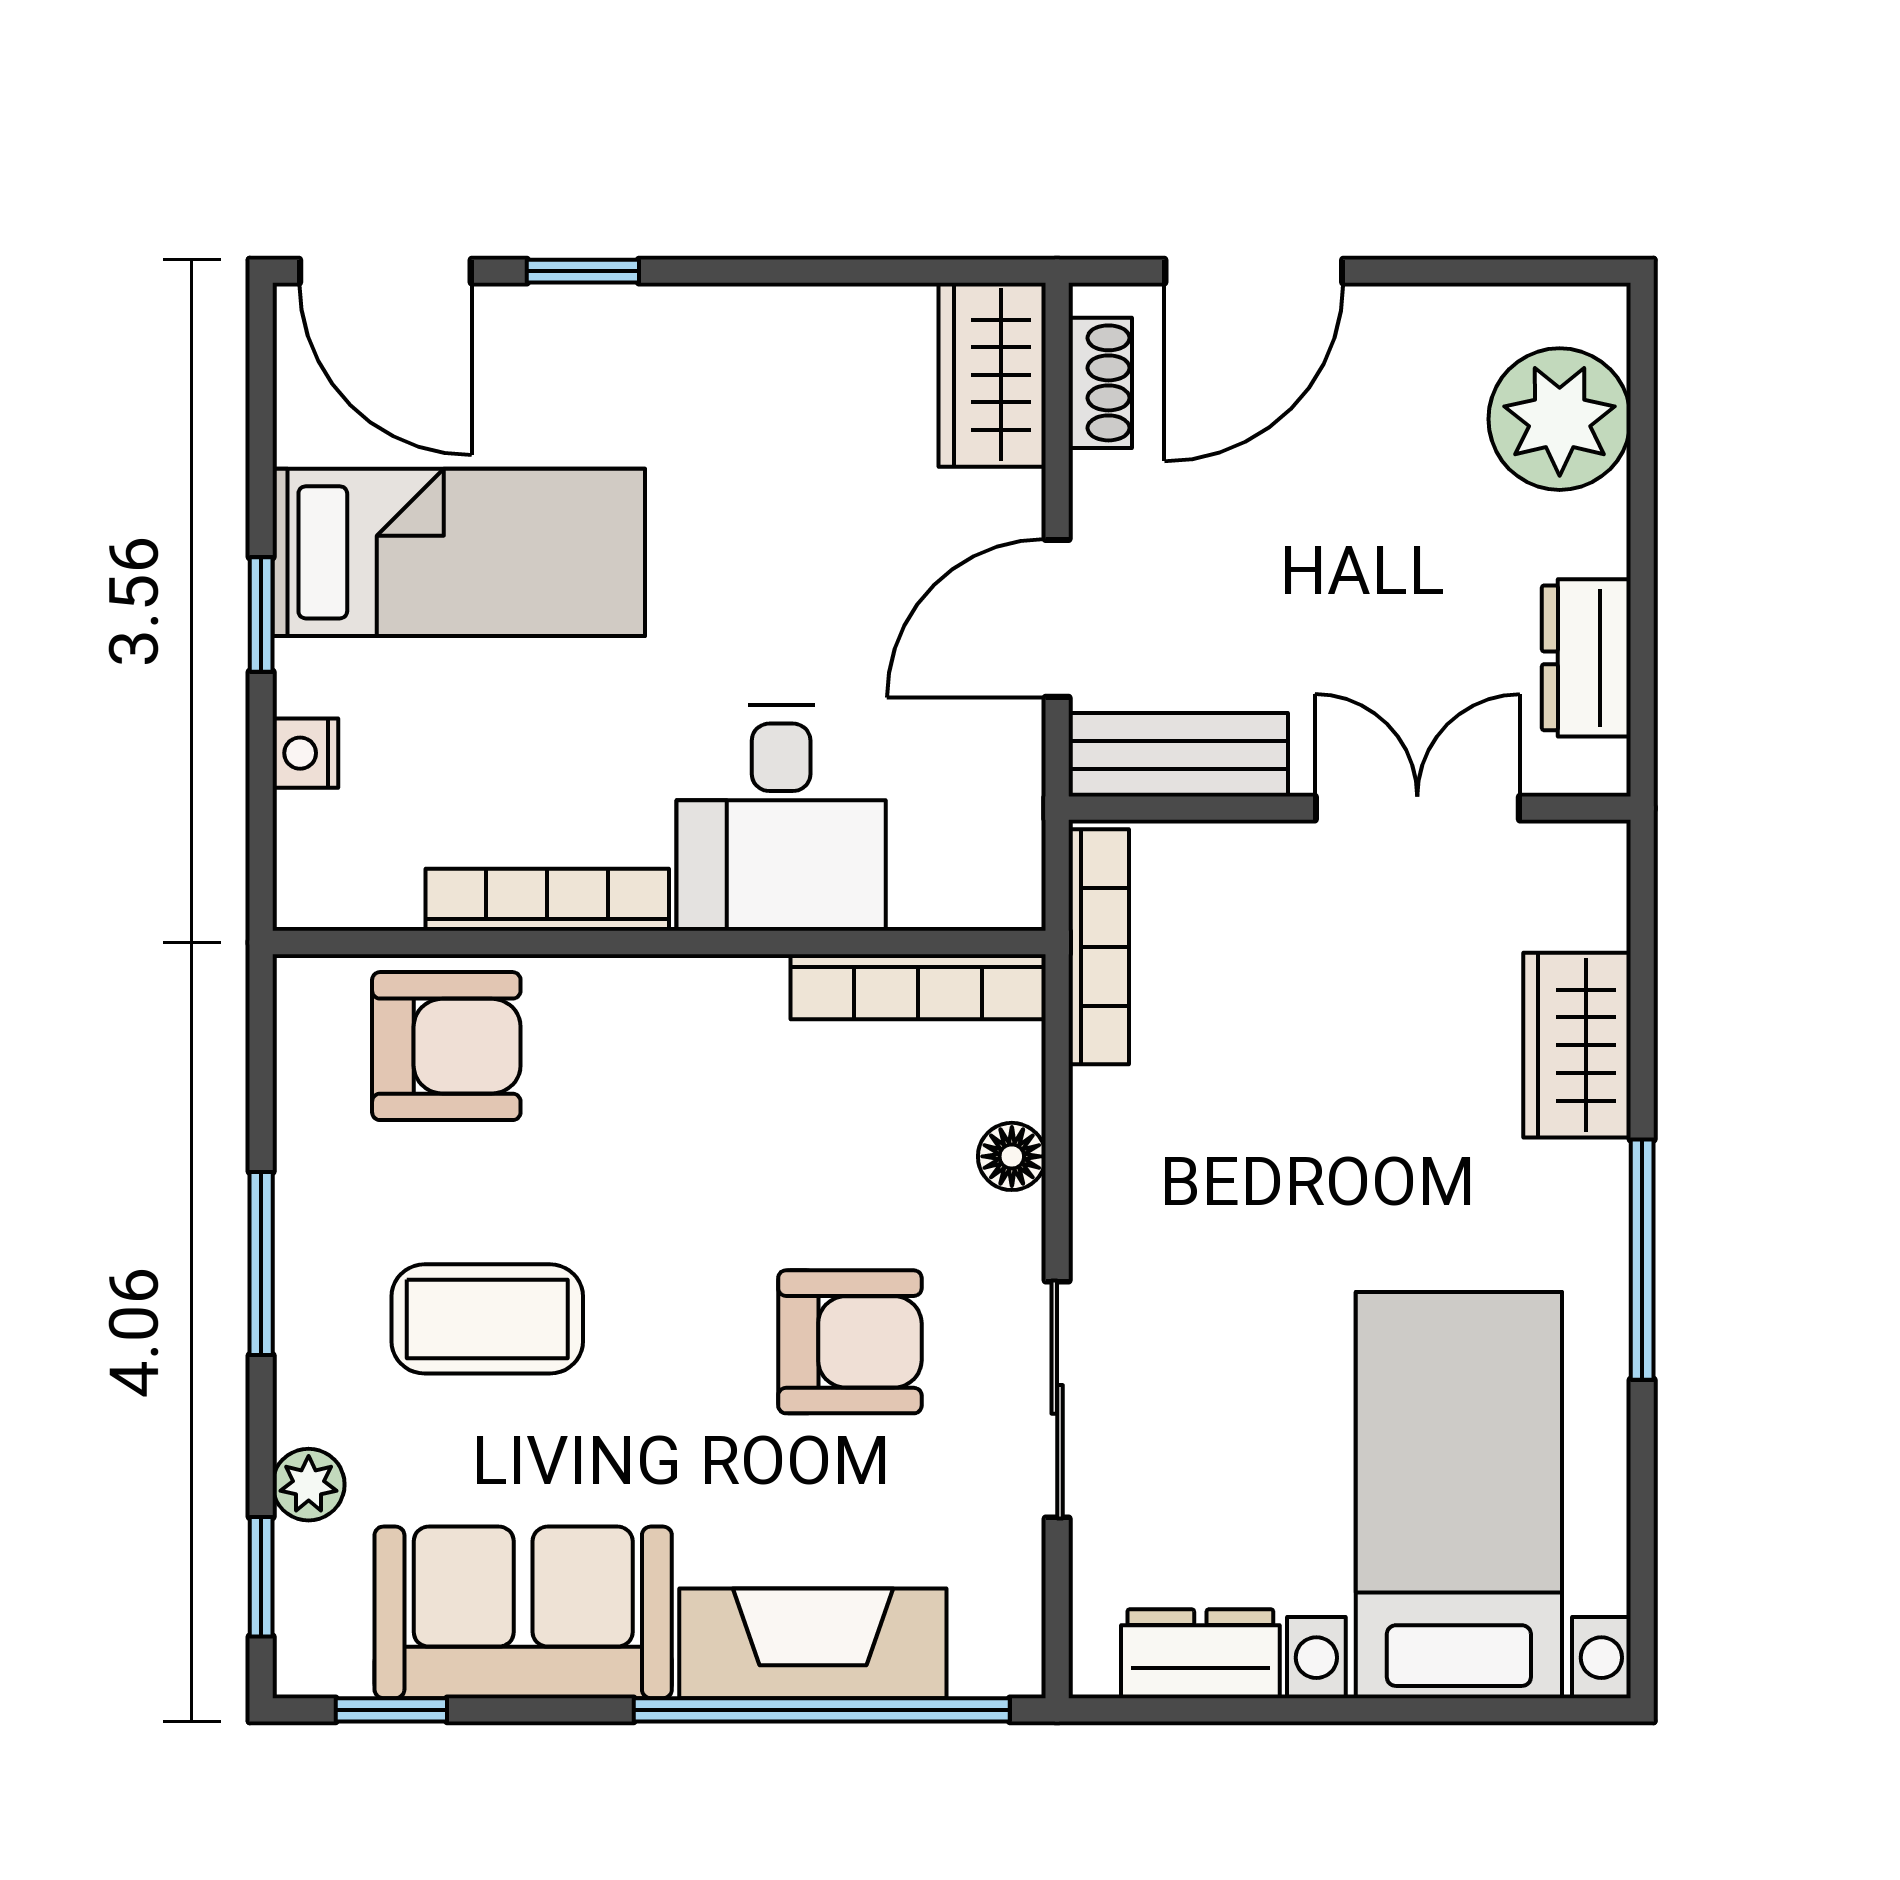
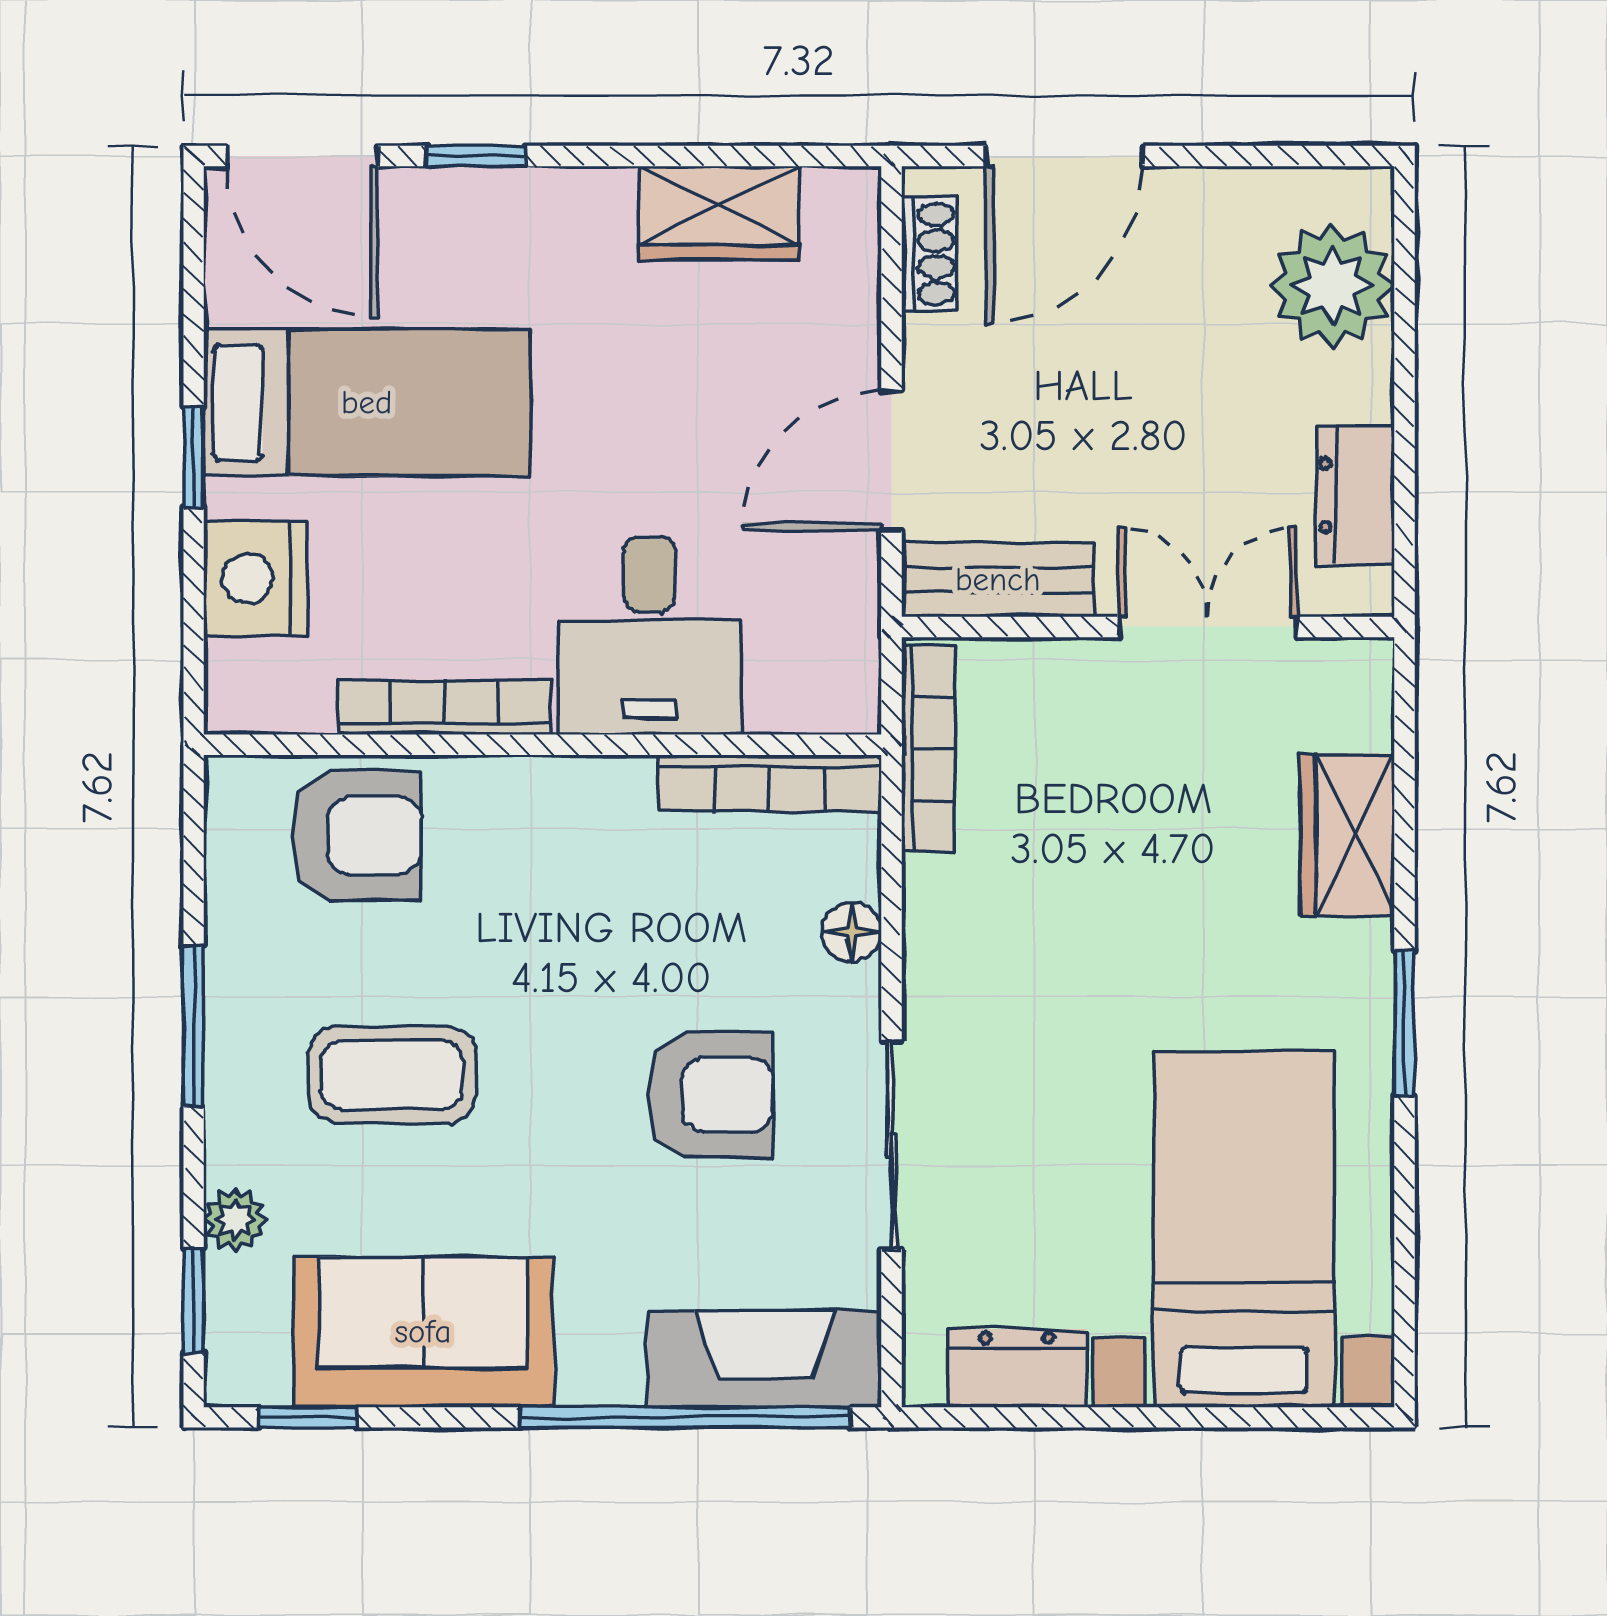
wardrobe: (992, 375) -> (720, 213), moved, turned -90
nightstand: (305, 753) -> (255, 579), width x1.89, depth x1.79
window: (1642, 1260) -> (1405, 1023), width x0.69
fireplace: (813, 1643) -> (764, 1359), moved

